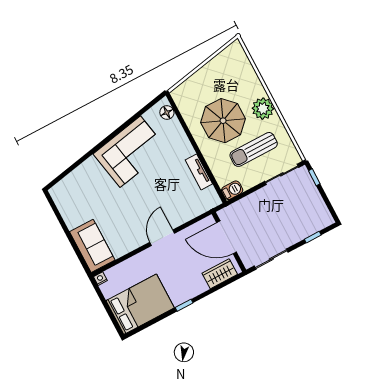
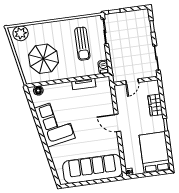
plant: (263, 109) -> (21, 33), moved
parasol: (223, 121) -> (43, 59), moved
door: (227, 237) -> (132, 82), width x0.53
sofa: (92, 246) -> (92, 169), width x1.85, depth x1.27
wardrobe: (220, 274) -> (155, 105), moved

